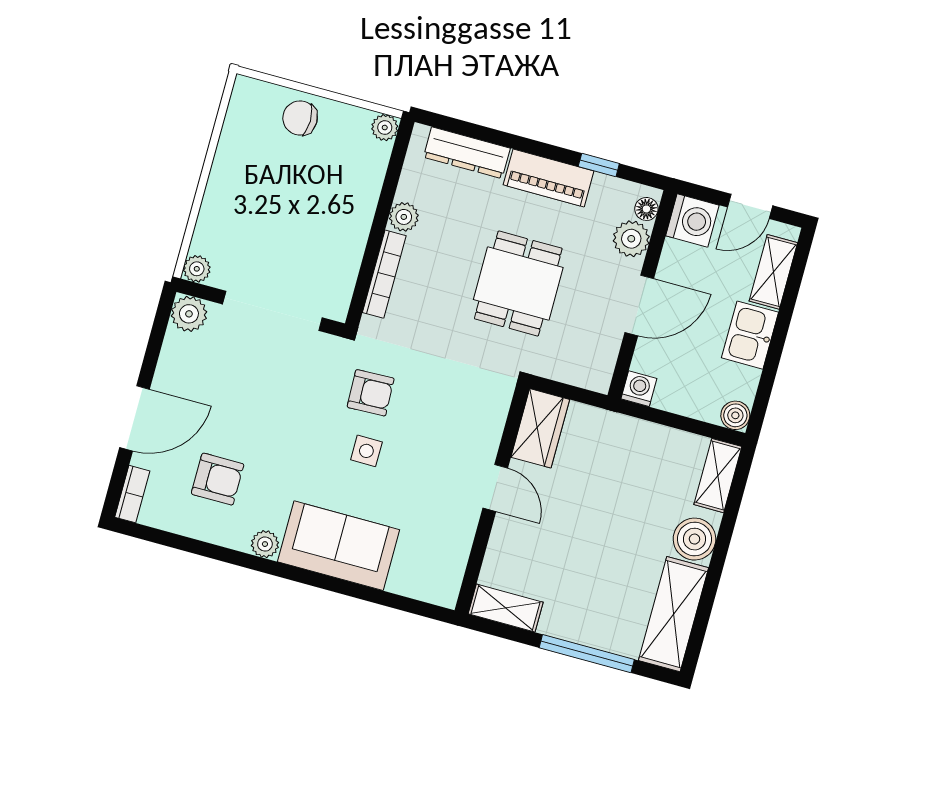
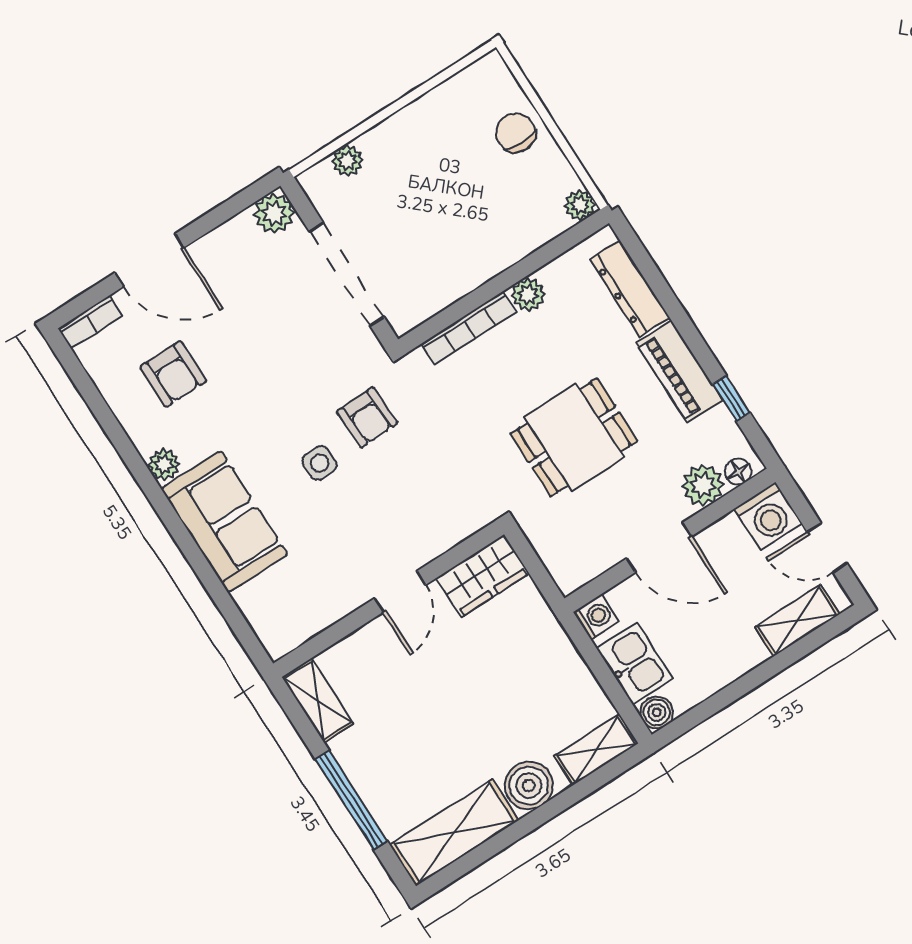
plant: (197, 269) -> (347, 161), moved
kitchen sink: (750, 335) -> (635, 663), moved, turned 90

